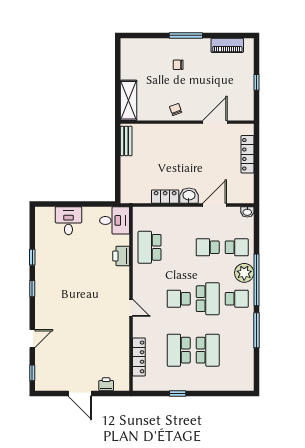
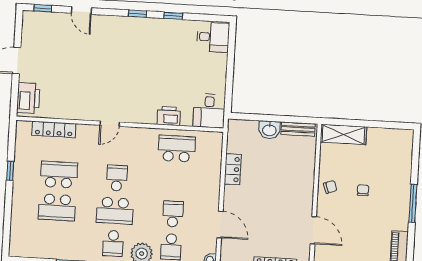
chair: (178, 65) -> (363, 190), moved
washbasin: (189, 196) -> (269, 130), moved, turned 90
desk: (68, 221) -> (213, 37), moved
printer: (106, 384) -> (28, 98), width x1.87, depth x1.48

